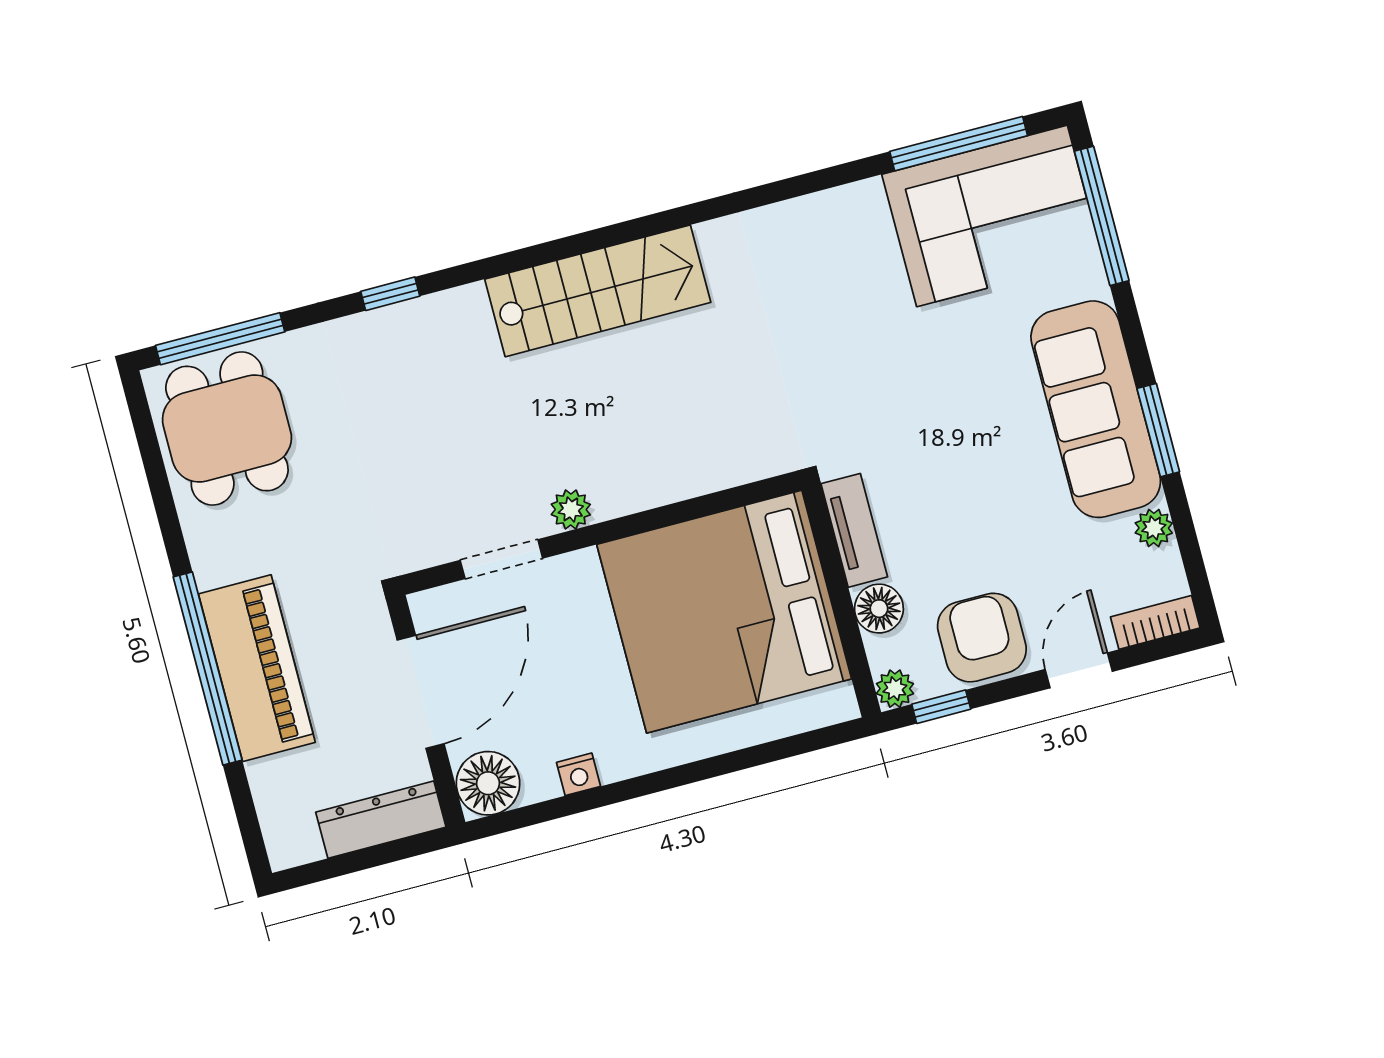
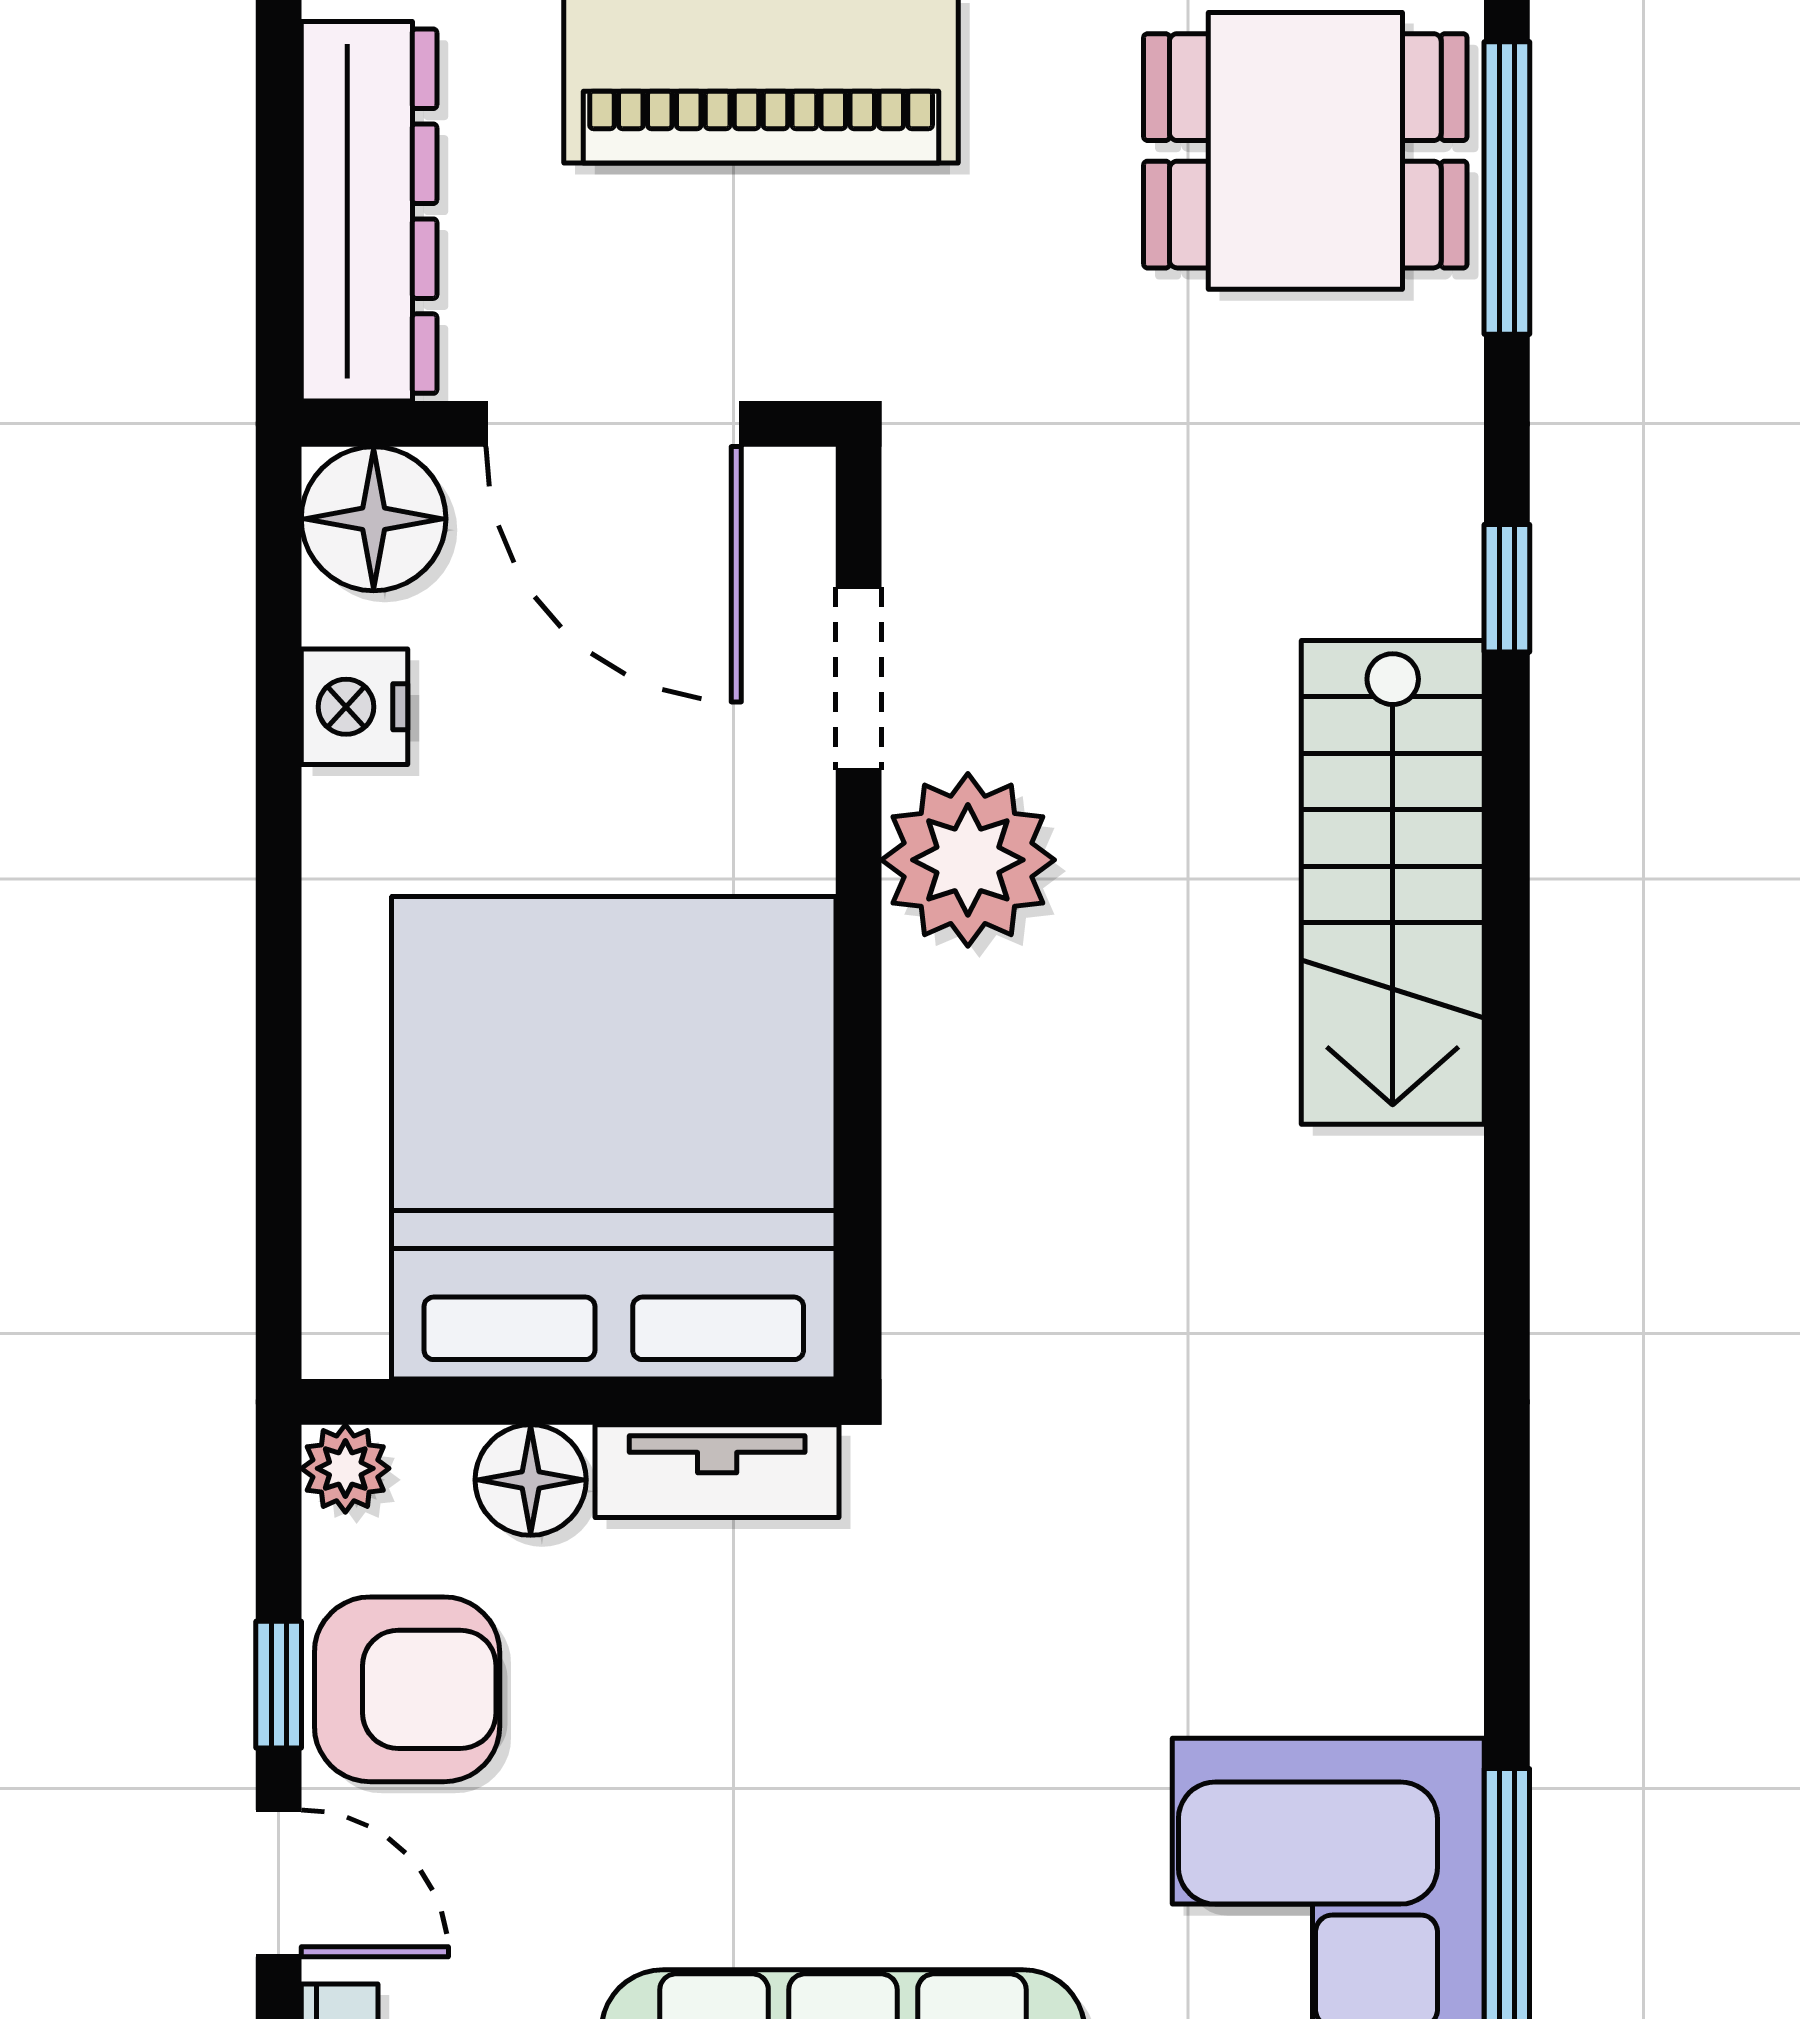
stairs: (598, 291) -> (1393, 882), moved
plant: (571, 509) -> (968, 860), width x1.88, depth x1.88
window: (941, 707) -> (279, 1685), moved
nightstand: (579, 774) -> (355, 707), width x1.39, depth x1.35
dresser: (381, 820) -> (369, 211), width x1.37, depth x1.24

